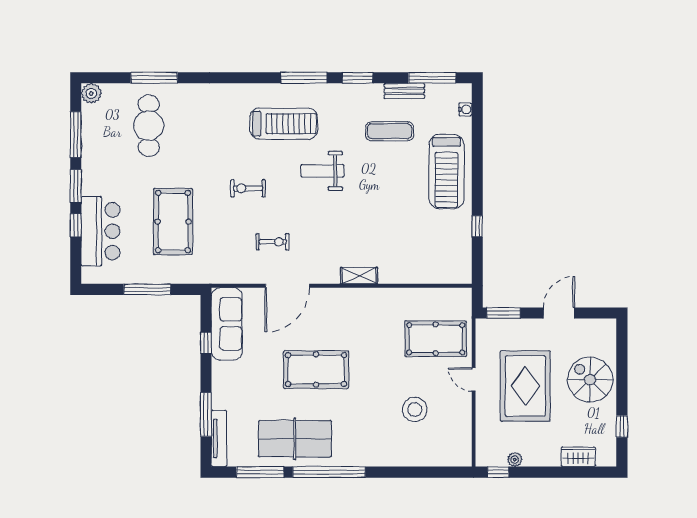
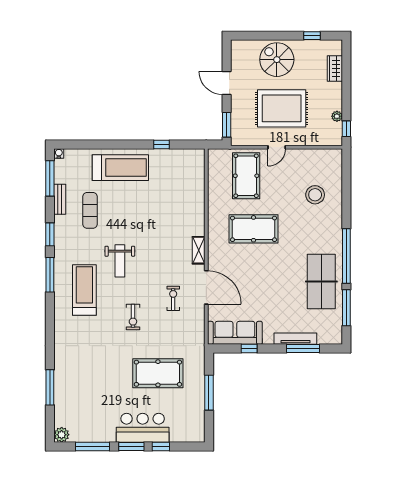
water cooler: (465, 109) -> (59, 153), moved
cafe table: (149, 126) -> (86, 392), removed
bar counter: (101, 231) -> (143, 428), moved
shelving: (359, 276) -> (199, 250), moved
pool table: (316, 370) -> (254, 229), moved, turned 90
spiral stairs: (590, 380) -> (277, 60), turned 90
stool: (415, 410) -> (315, 195), moved
tv unit: (219, 438) -> (295, 339), moved

